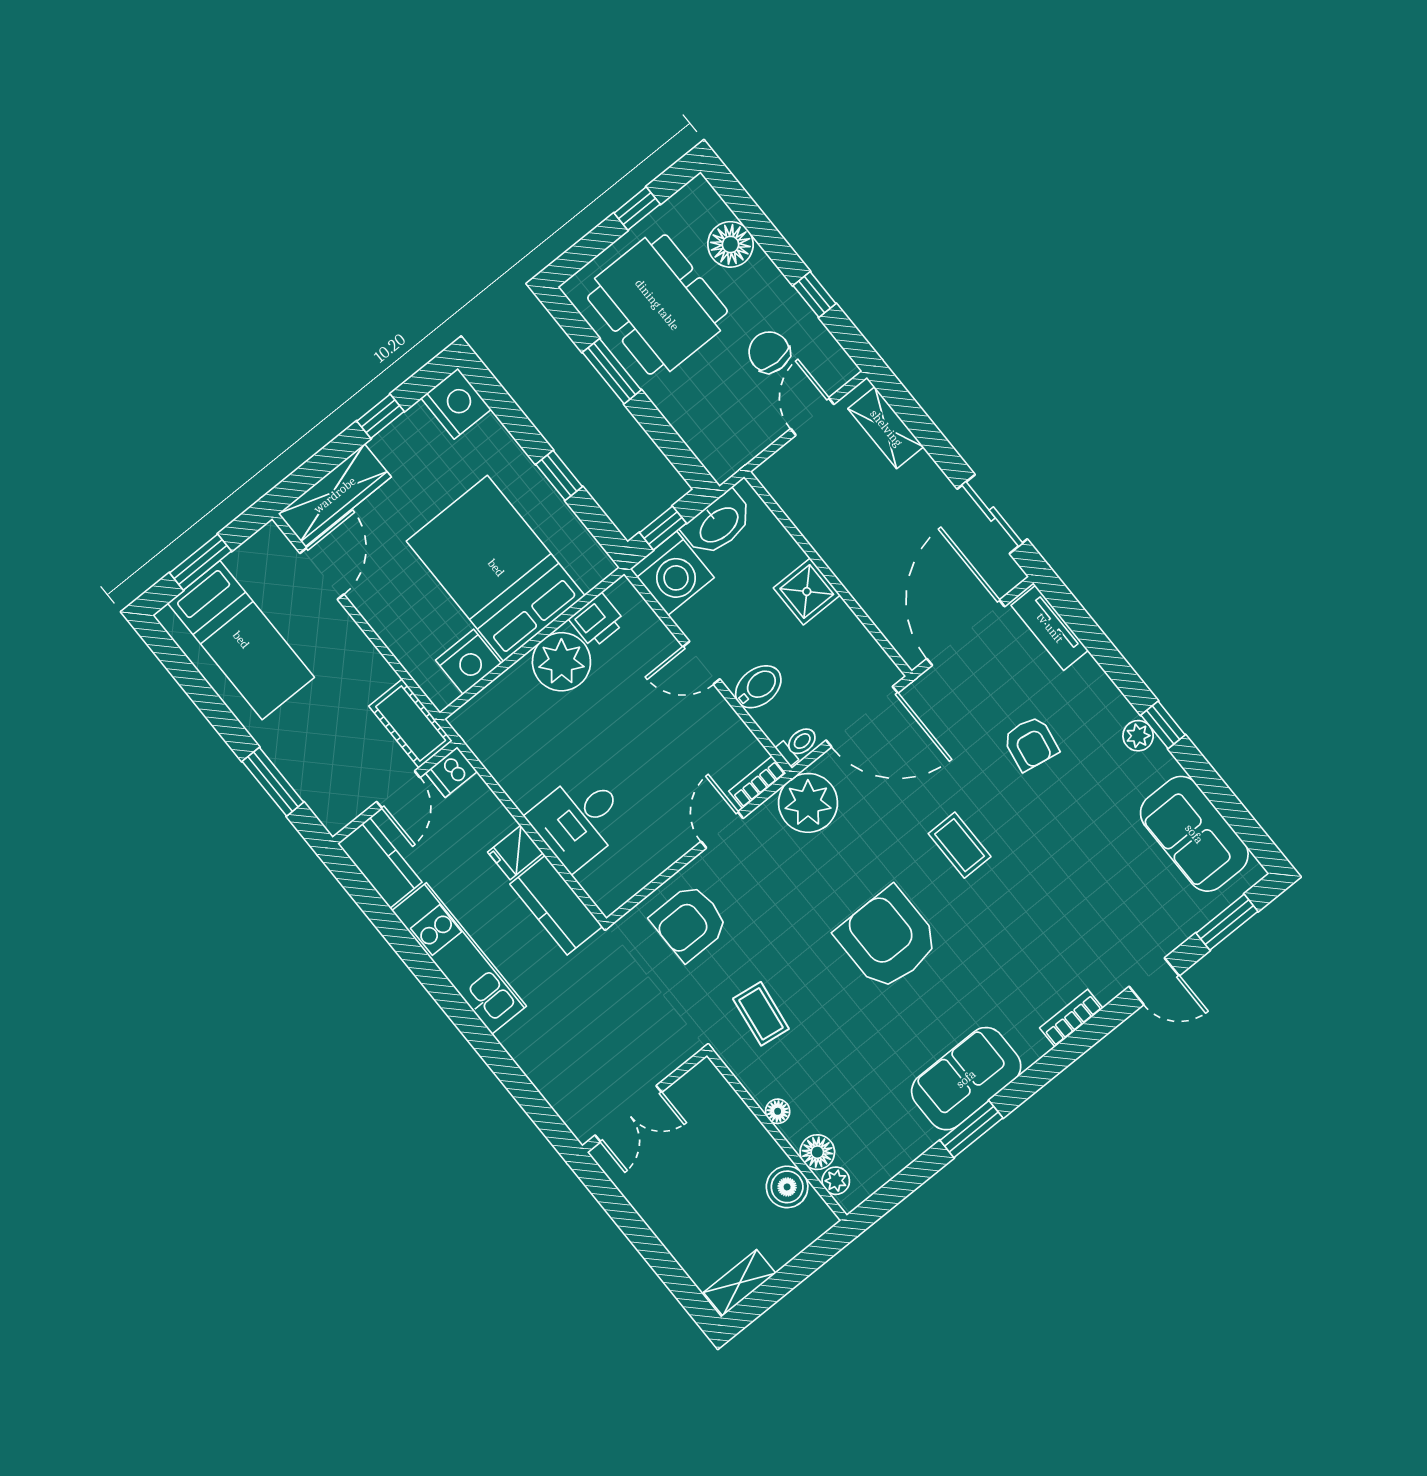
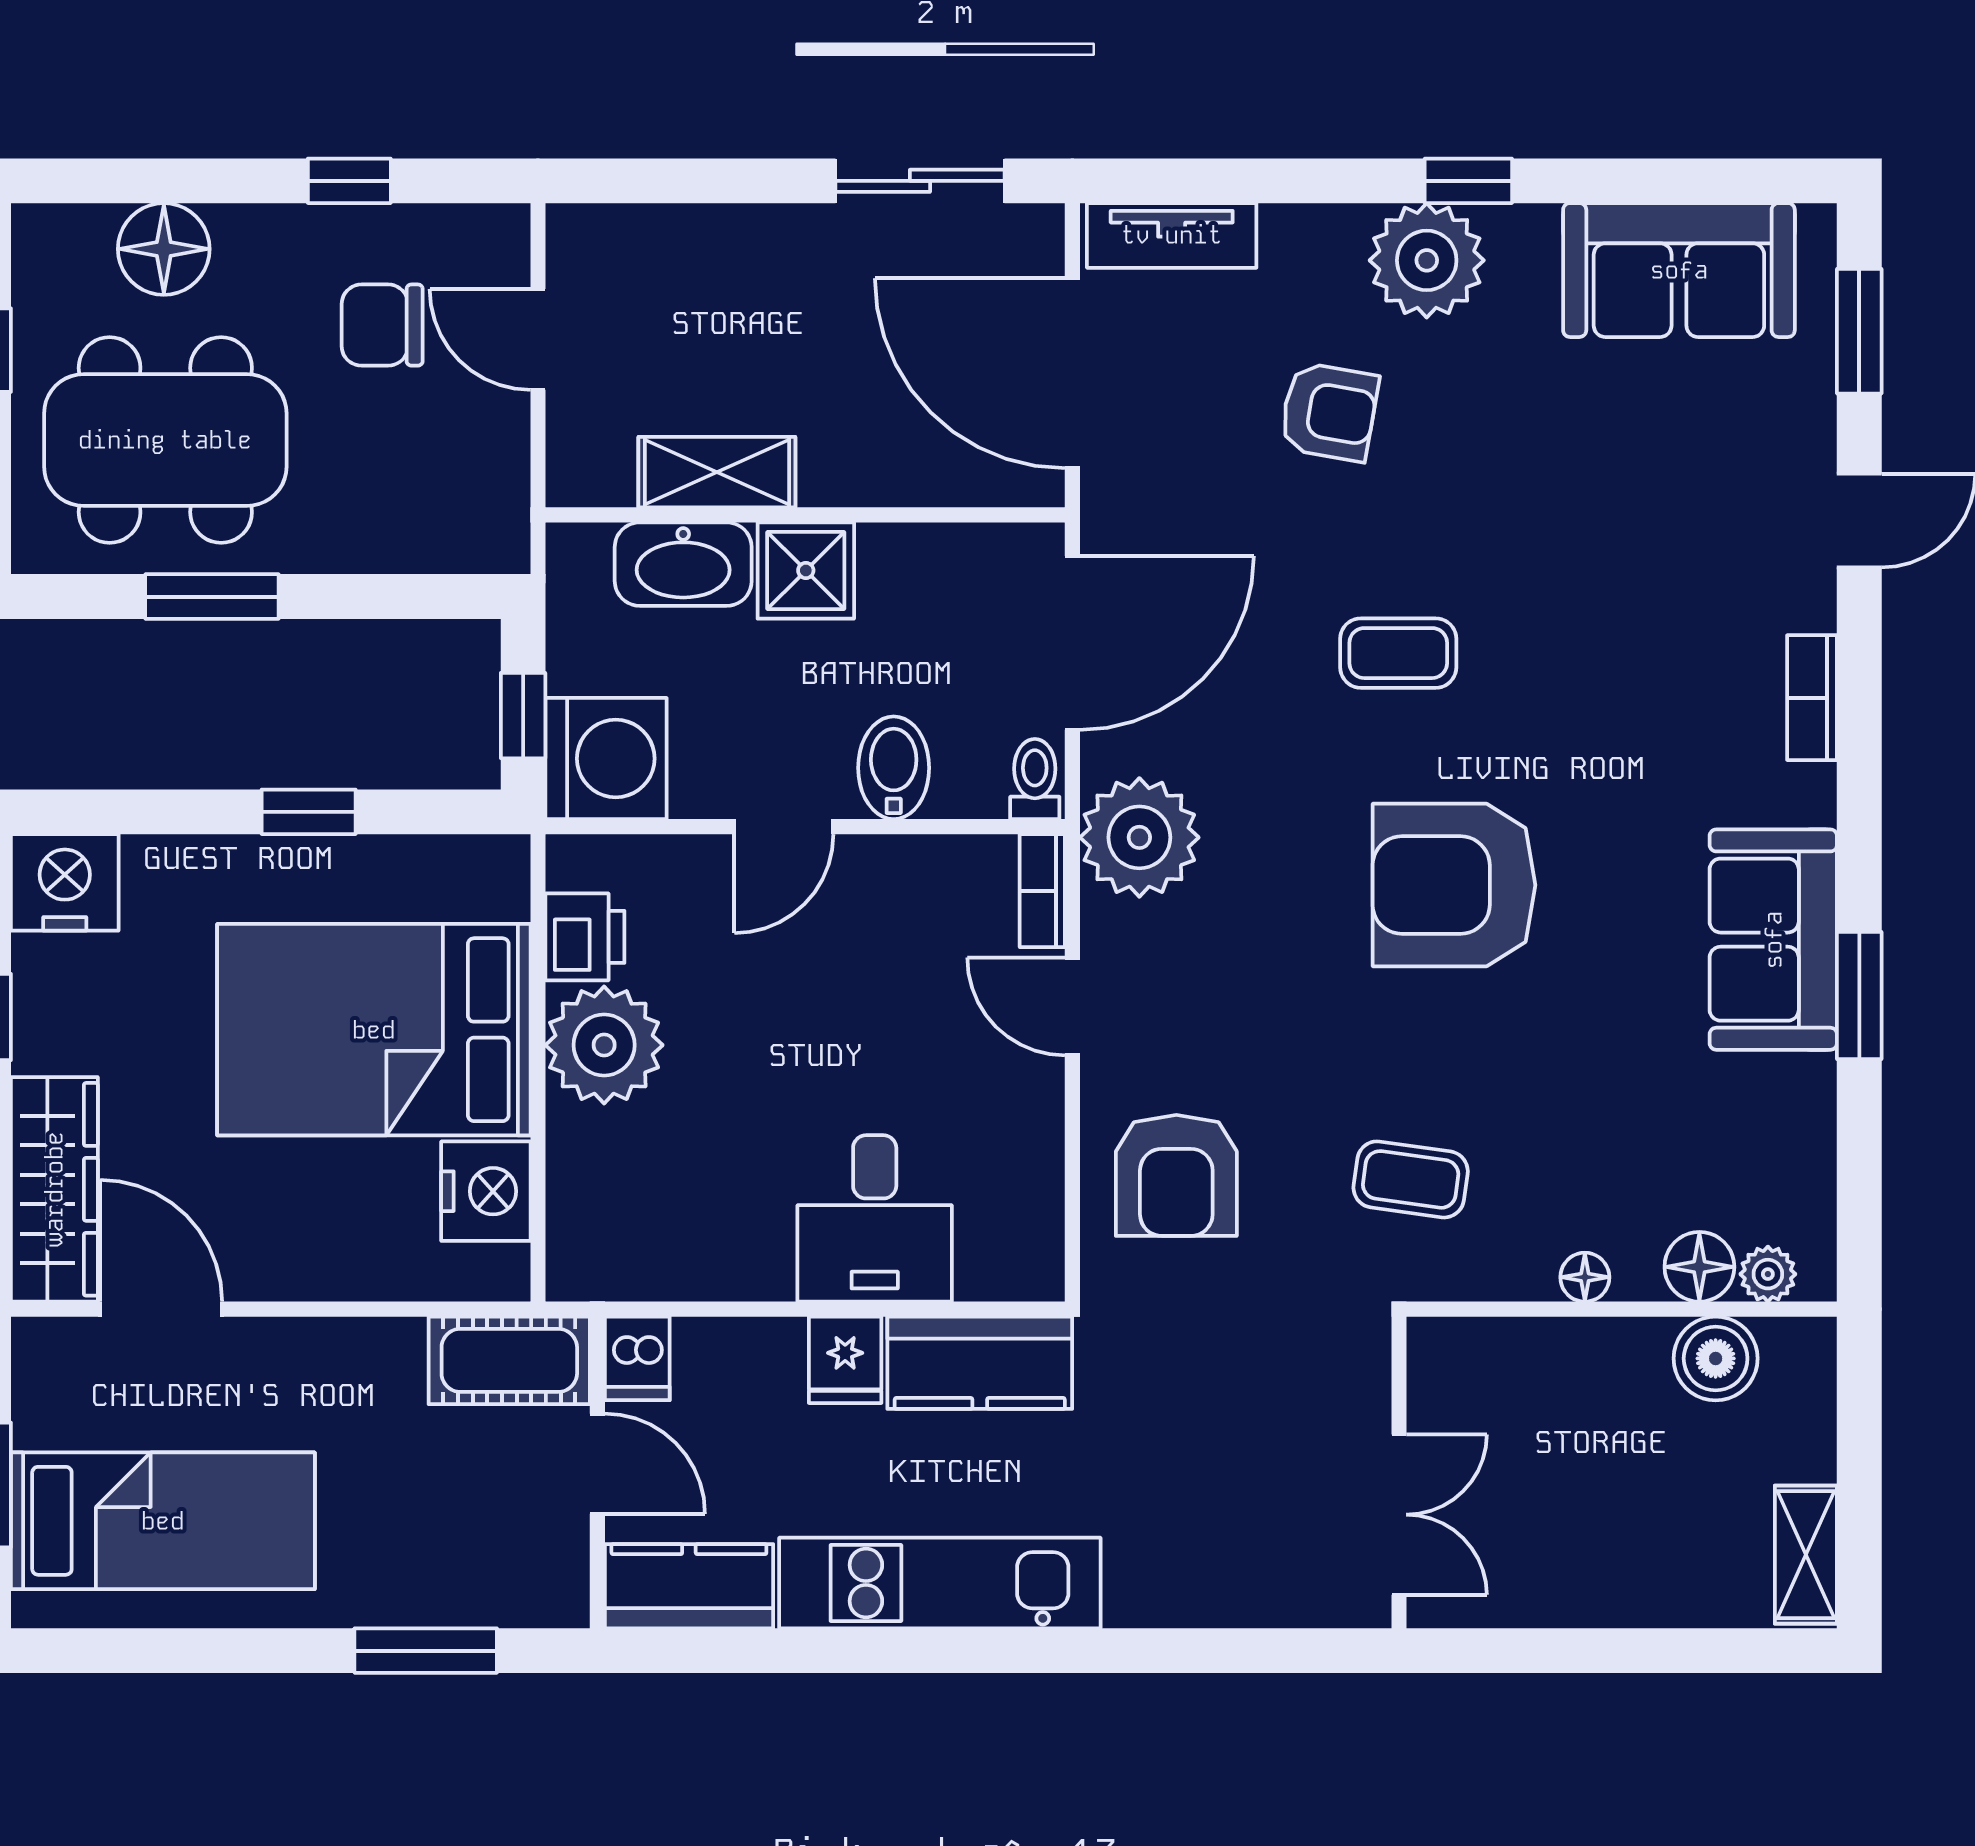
shelving: (886, 428) -> (717, 472), moved
washbasin: (718, 524) -> (683, 564), moved, turned 90
plant: (1138, 736) -> (1427, 260), width x1.88, depth x1.88

